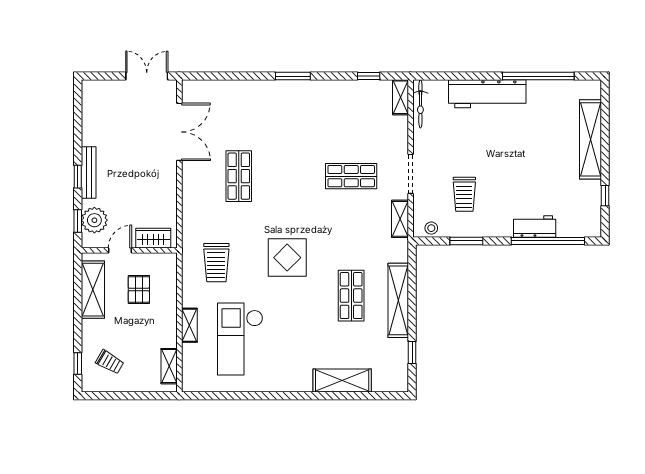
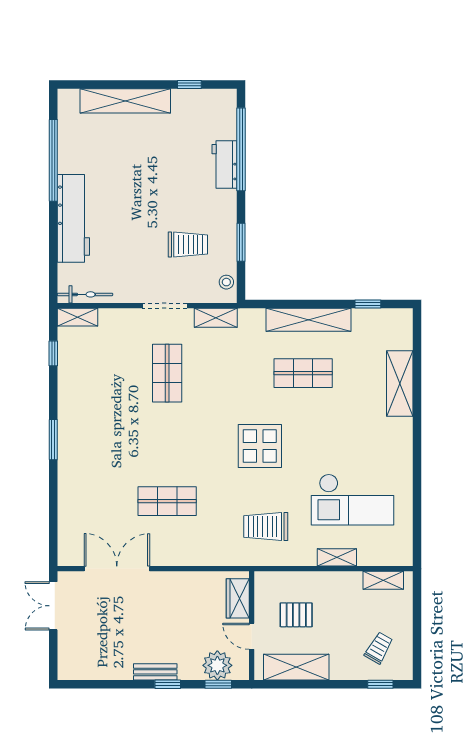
bench: (89, 173) -> (155, 672), width x0.73
trolley: (216, 263) -> (266, 527), turned 180

